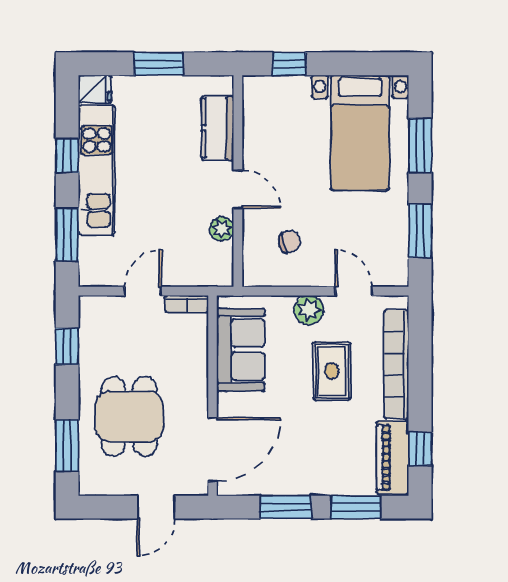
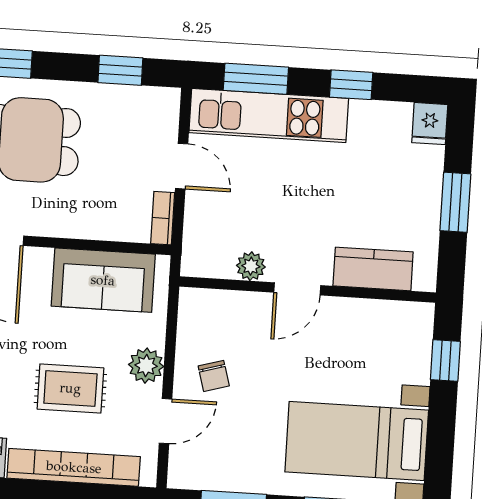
kitchen unit: (97, 170) -> (269, 115), moved
chair: (289, 242) -> (214, 376), moved

